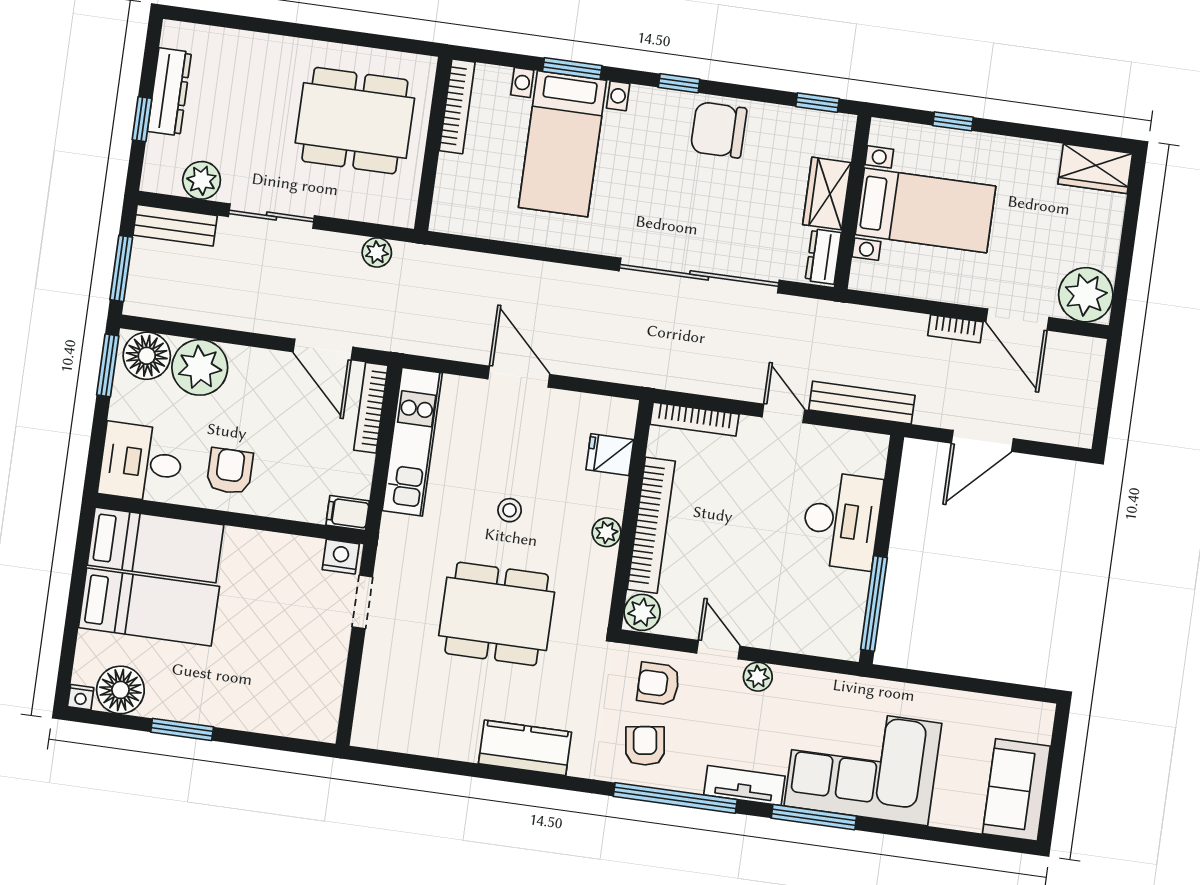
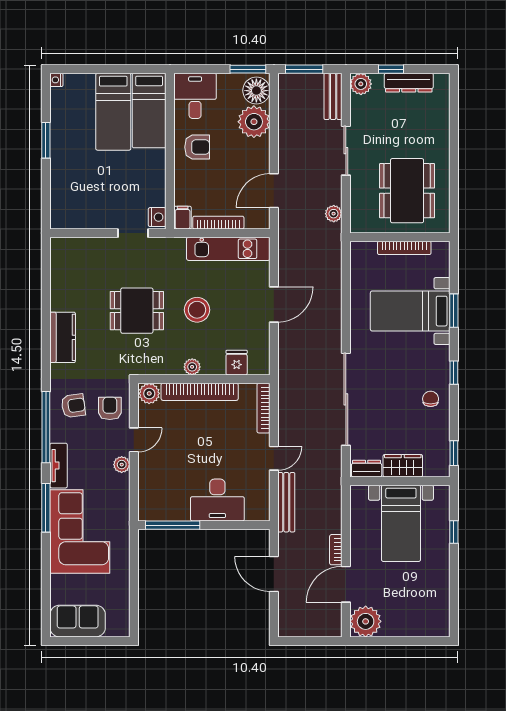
bookcase: (457, 106) -> (404, 248), moved
chair: (719, 130) -> (431, 399), width x0.54, depth x0.54
wardrobe: (1095, 169) -> (438, 617), removed
plant: (202, 180) -> (361, 84), moved
bookcase: (371, 408) -> (218, 223), moved
stool: (510, 510) -> (197, 310), width x1.89, depth x1.89
dining table: (497, 614) -> (137, 311), width x0.73
floor lamp: (120, 690) -> (64, 102), removed

